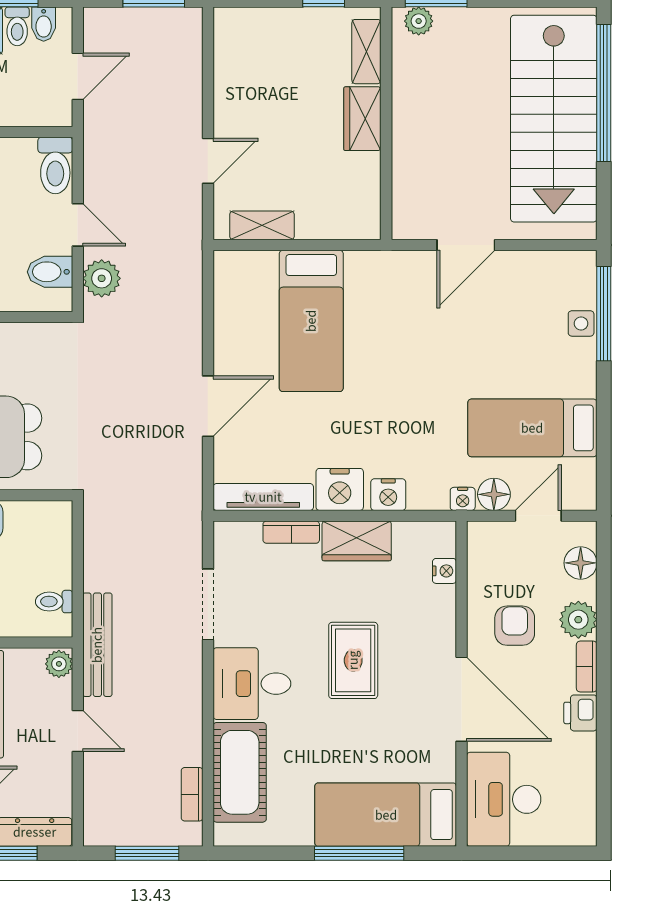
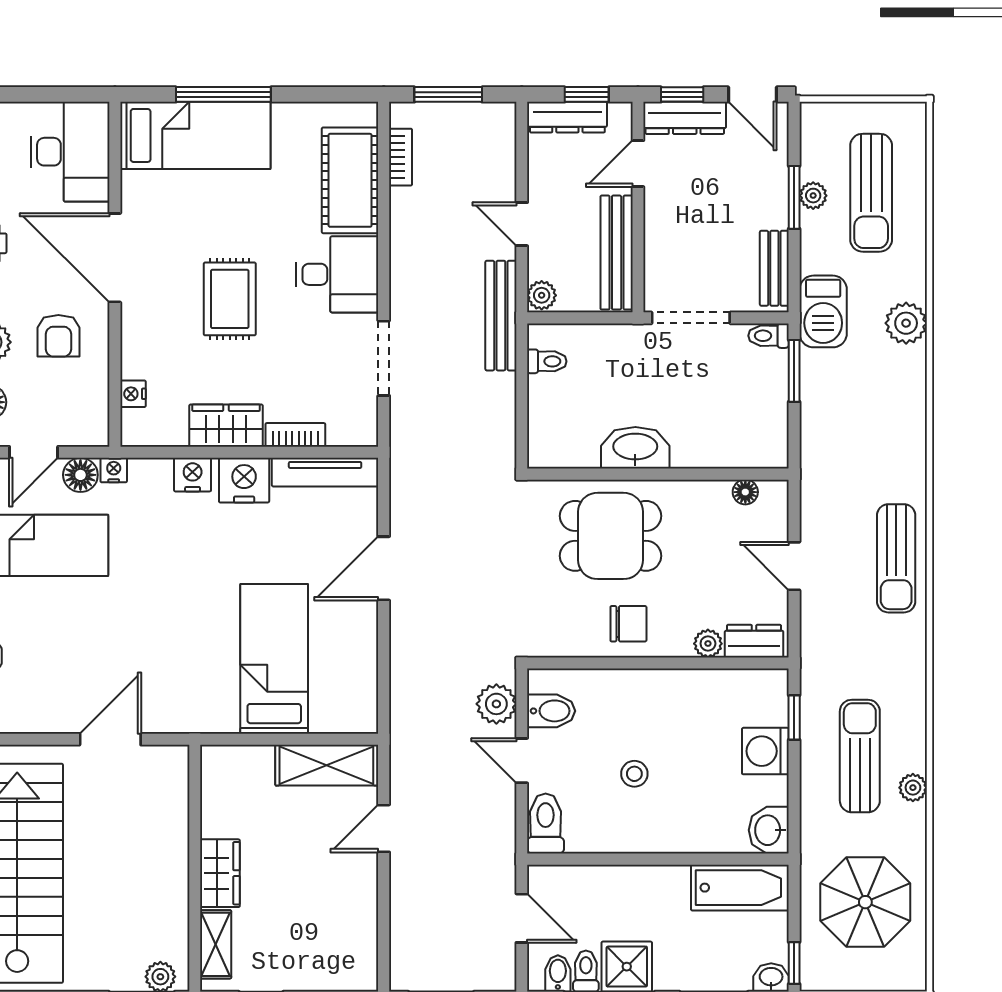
door: (78, 76) -> (522, 918), swing flipped
shelving: (262, 225) -> (326, 765), width x1.50, depth x1.33

